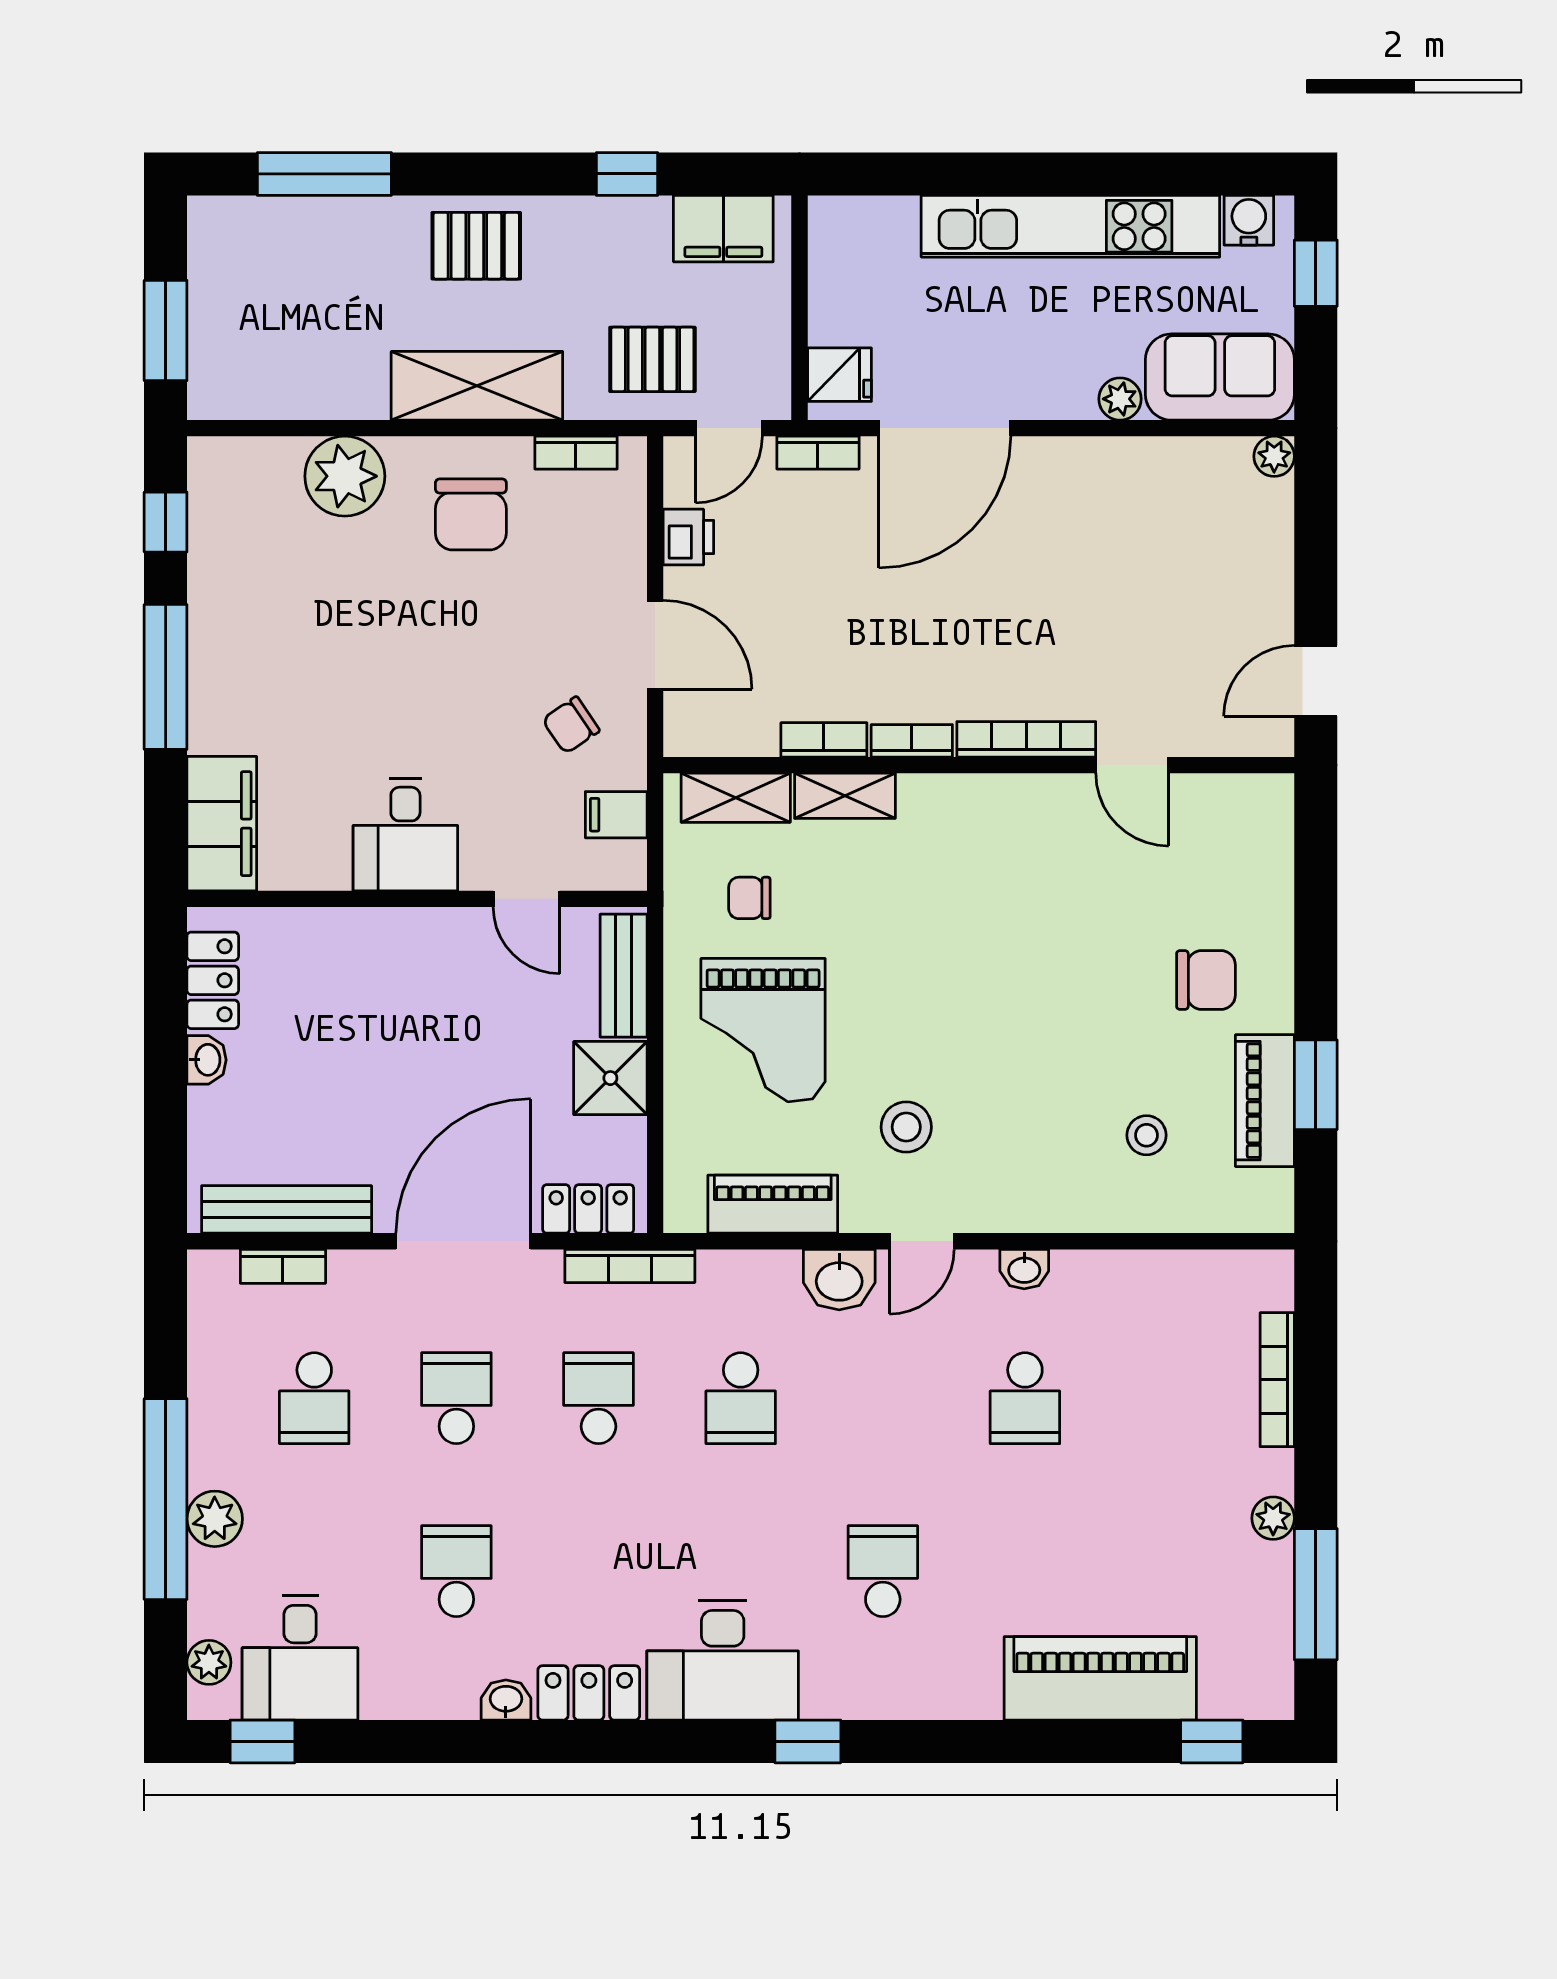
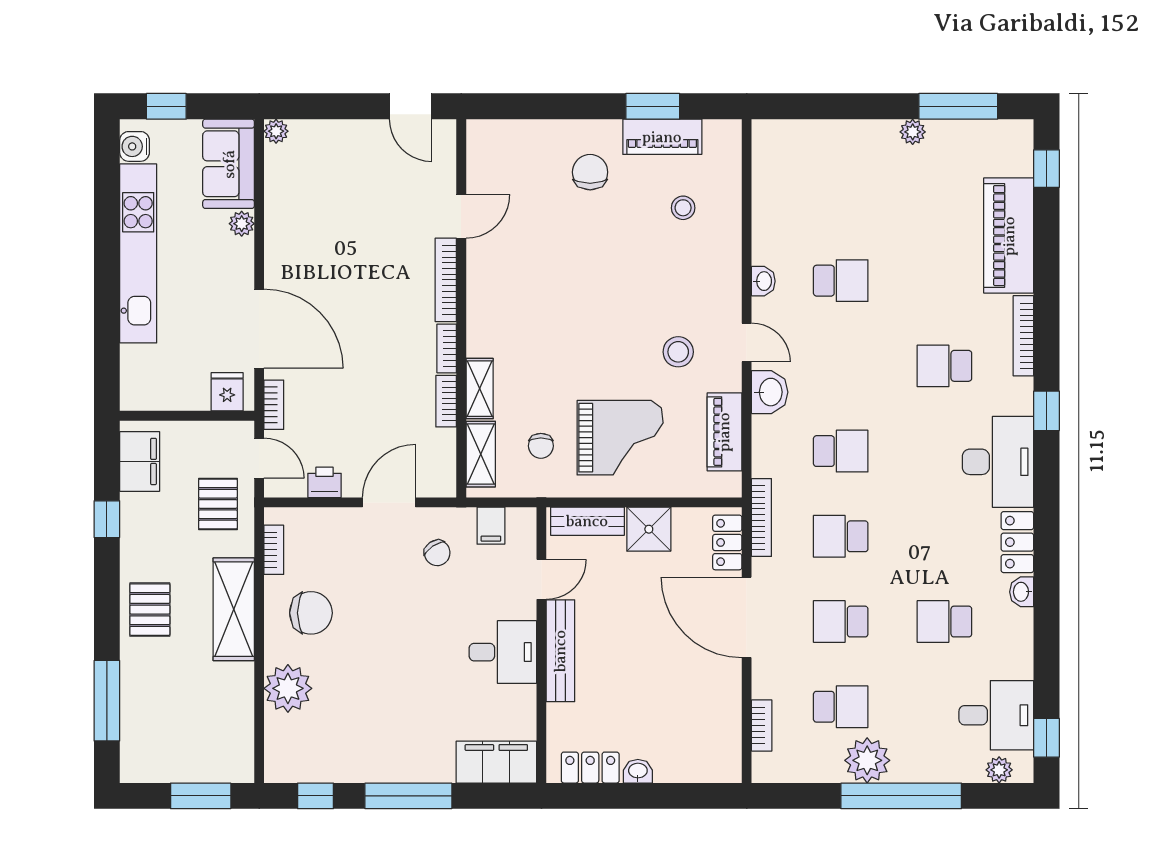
bench: (287, 1209) -> (560, 651), moved
bookcase: (1277, 1380) -> (1023, 336), moved, turned 90
plant: (215, 1519) -> (867, 760), moved, width x1.36, depth x1.36

